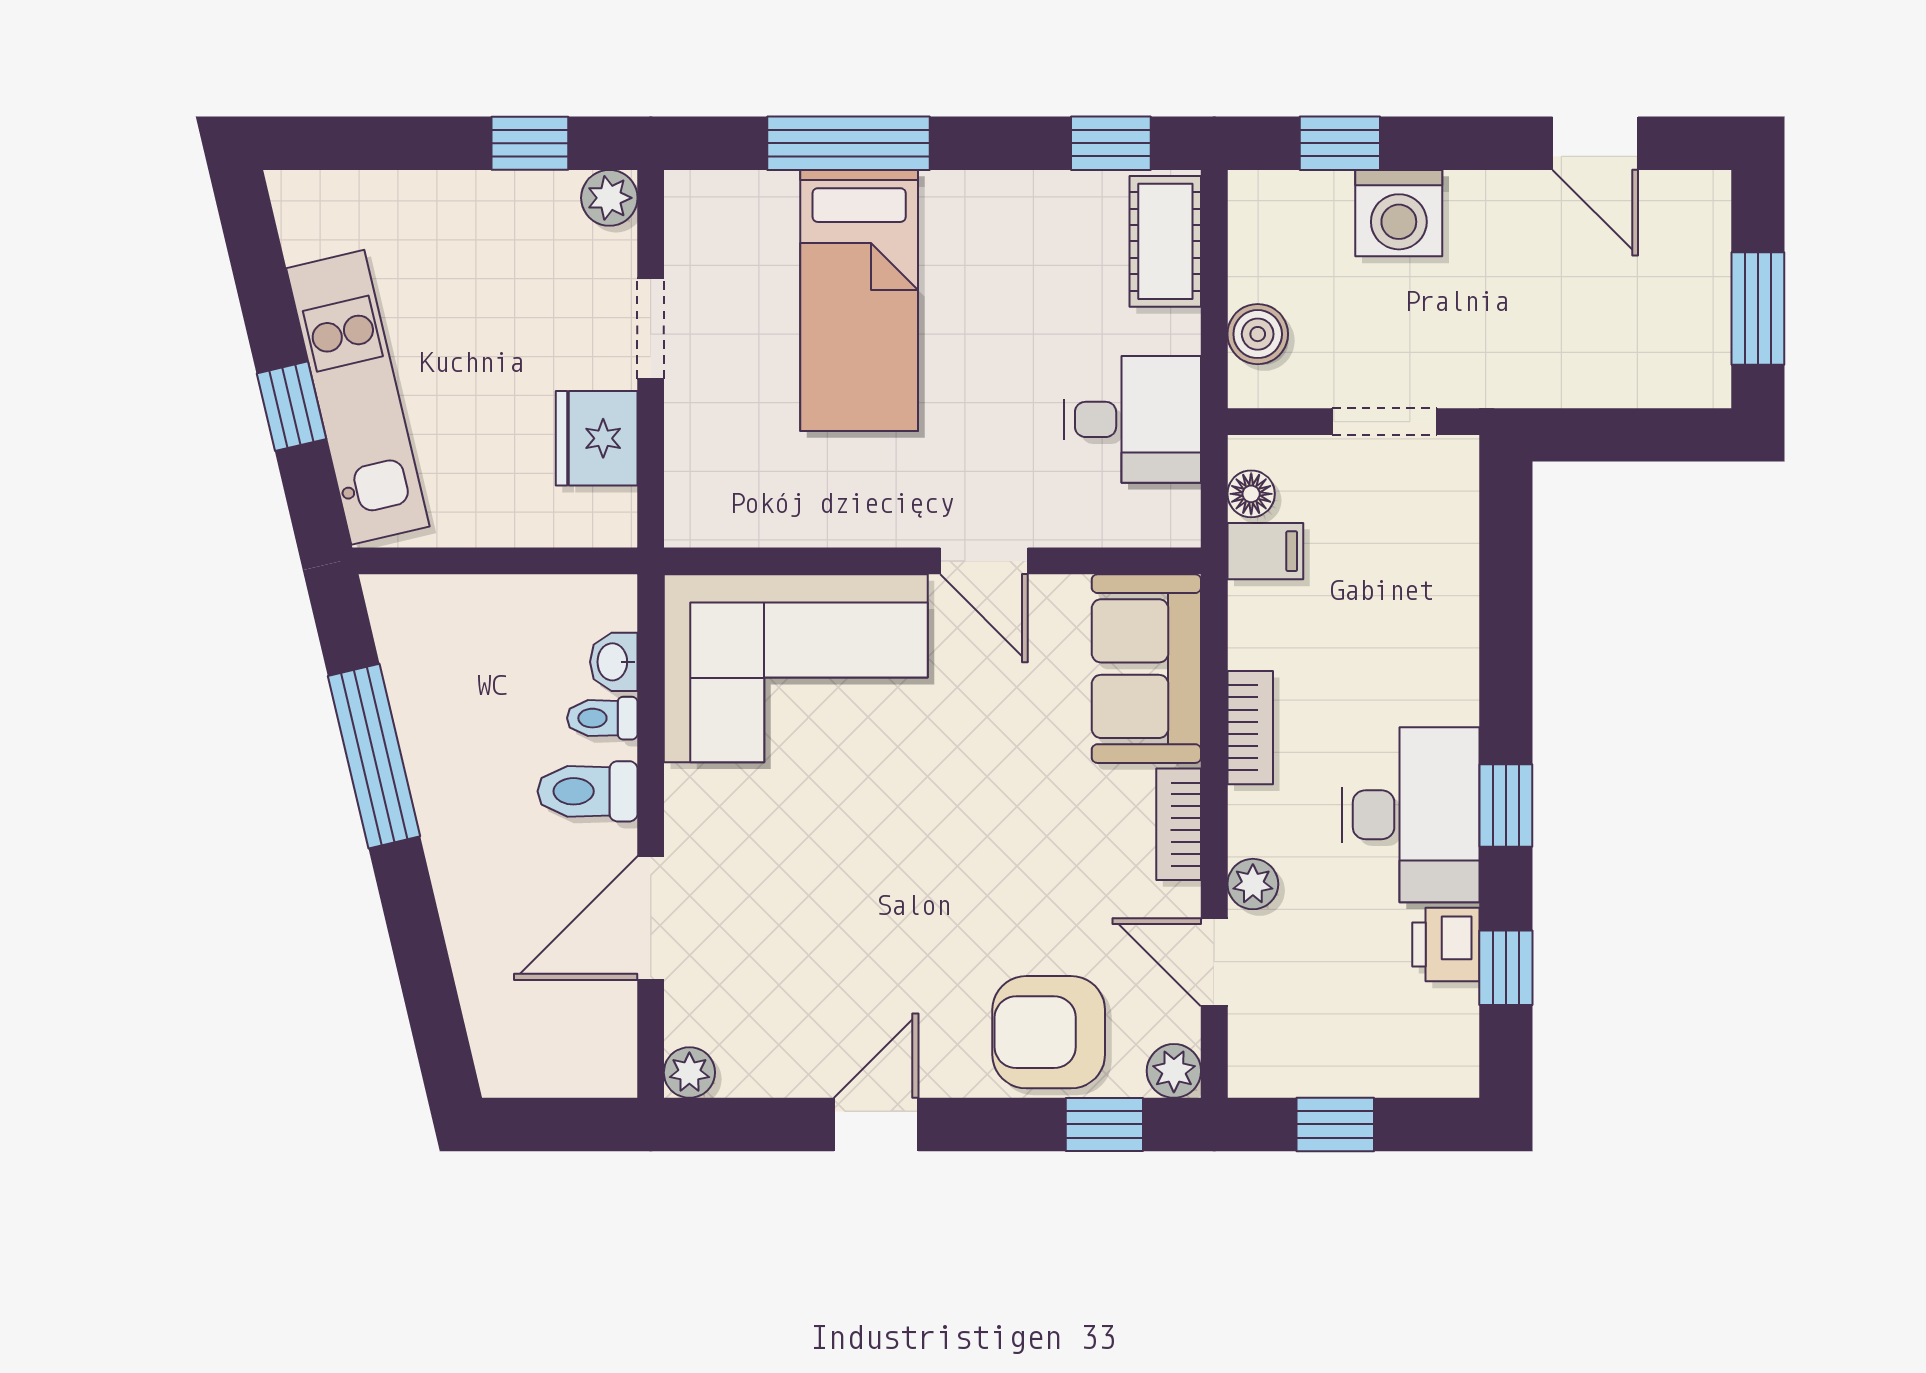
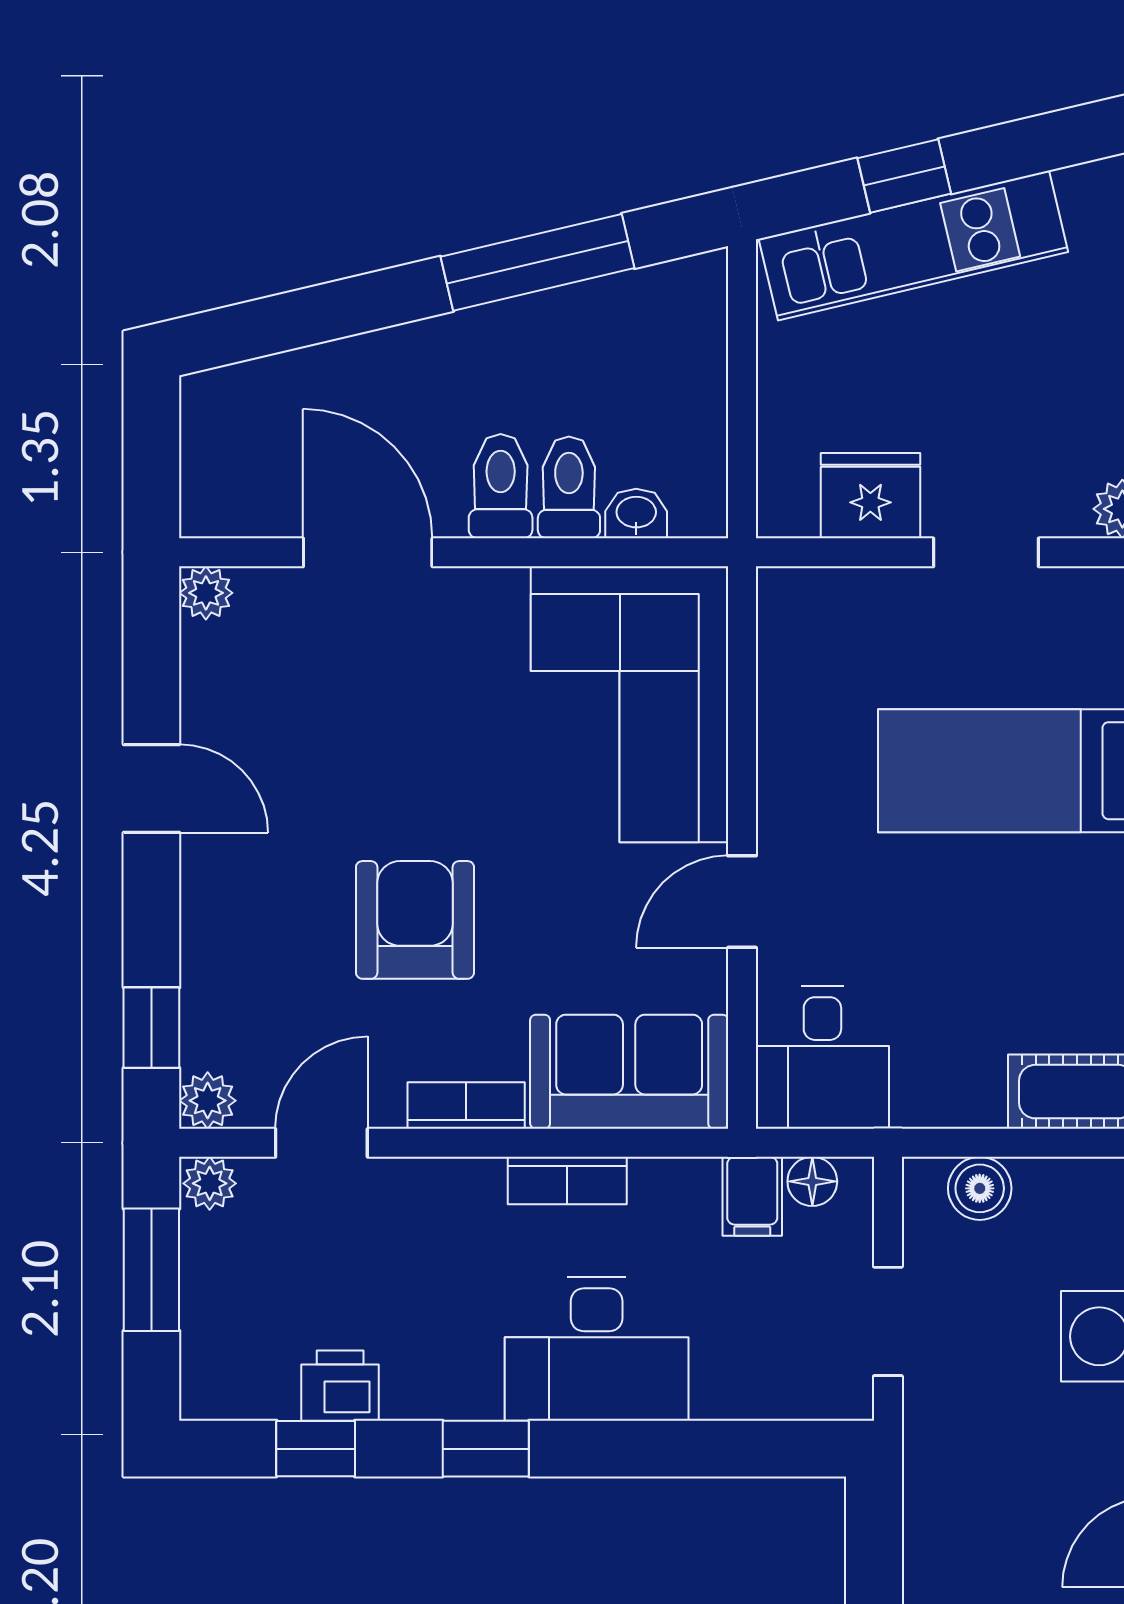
desk: (1133, 419) -> (822, 1057), moved
toilet: (602, 718) -> (569, 487), width x1.37, depth x1.39
desk: (1411, 815) -> (597, 1349), moved
plant: (1253, 884) -> (210, 1183), moved
armchair: (1049, 1032) -> (415, 920), moved
window: (1335, 1124) -> (151, 1270), width x1.50

